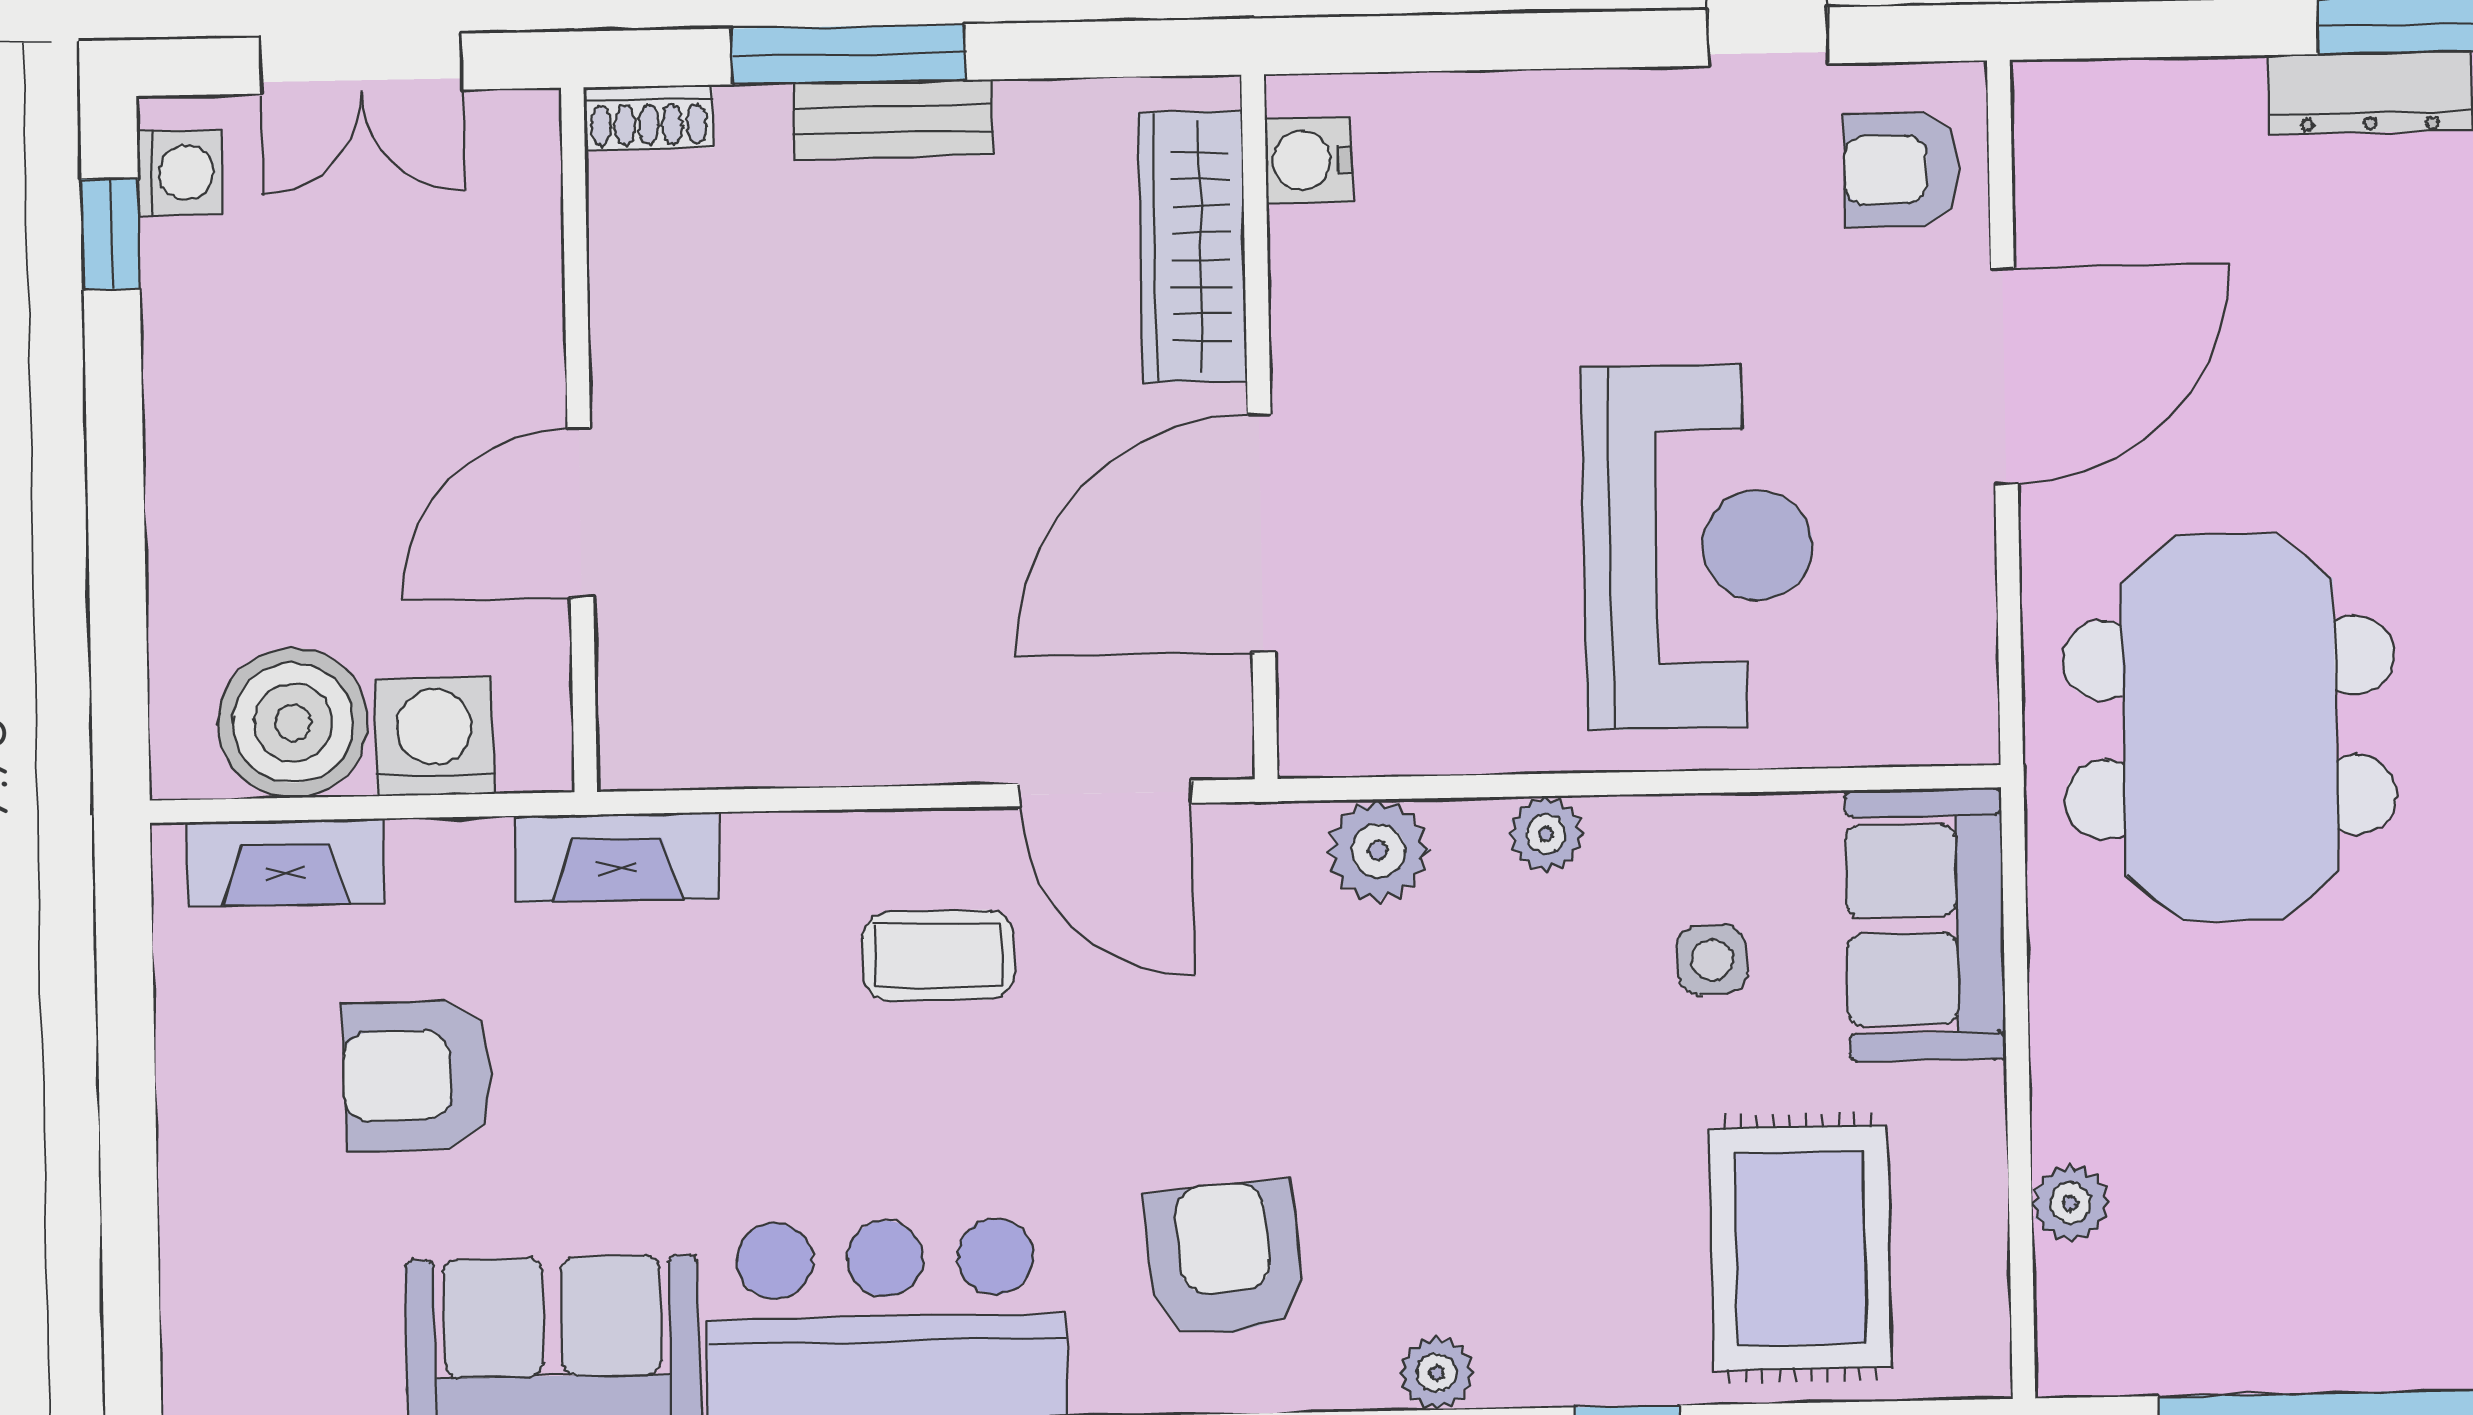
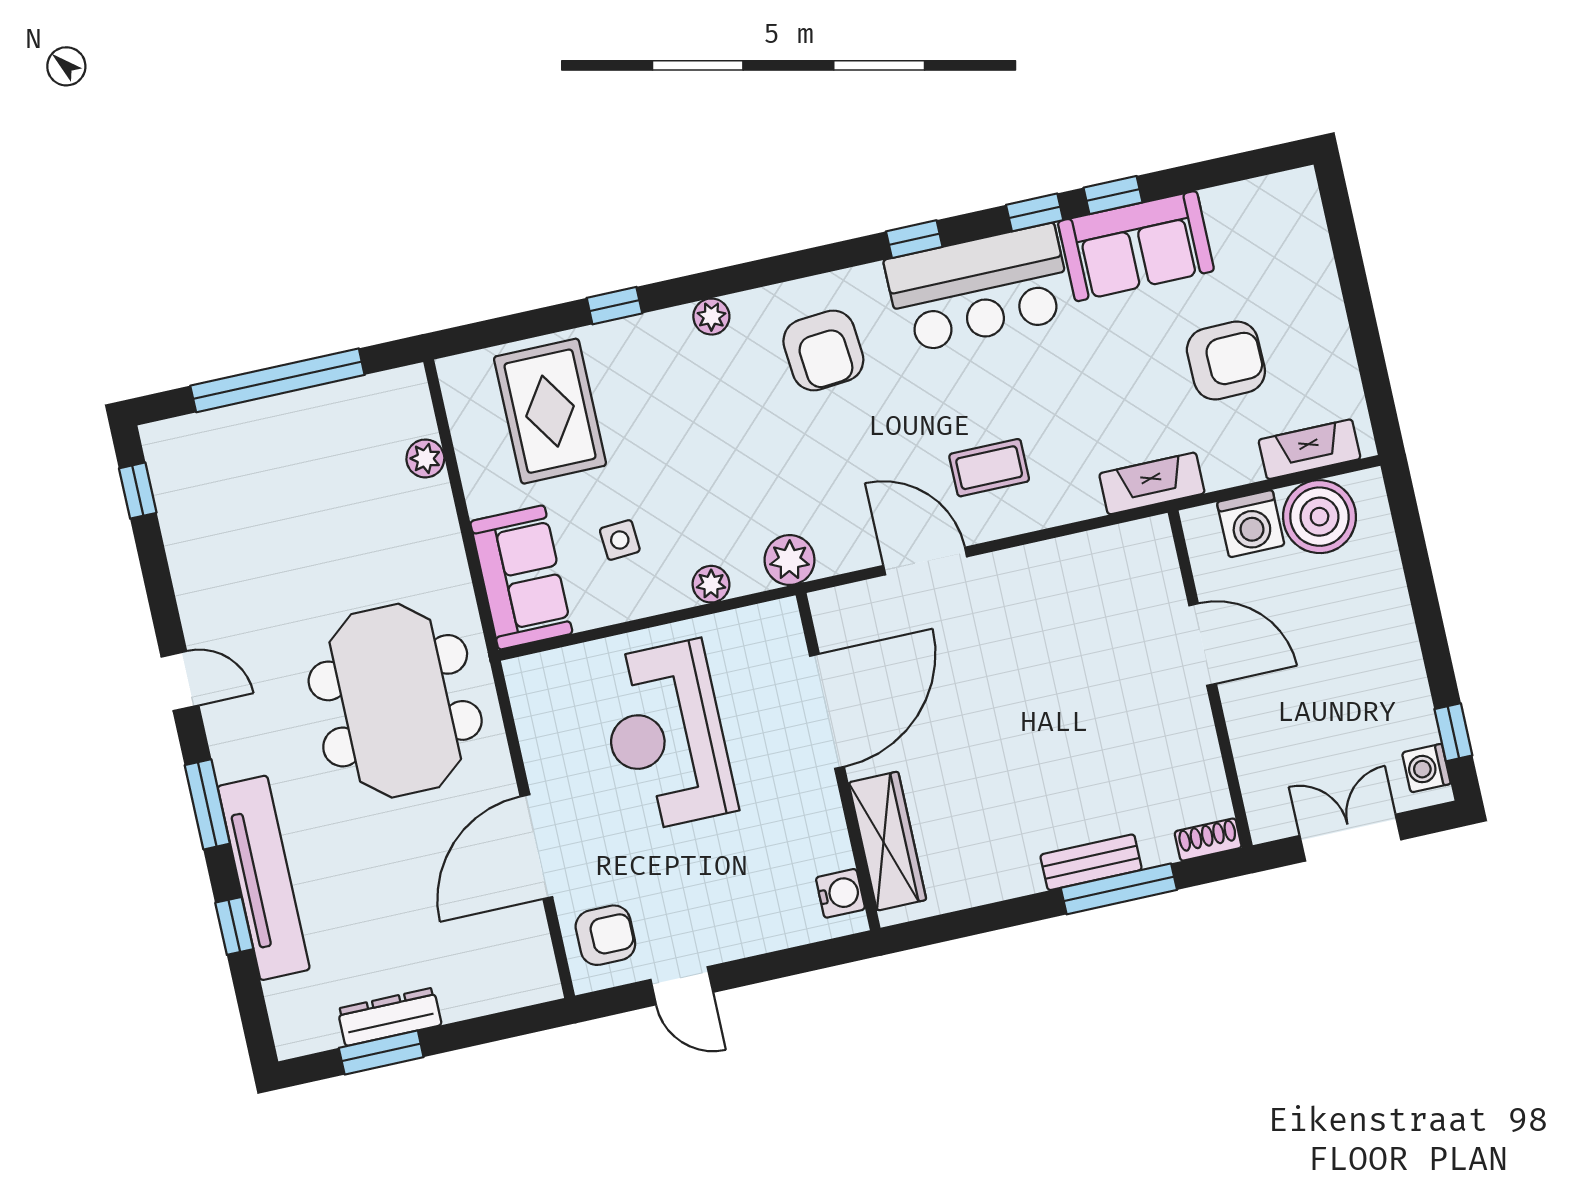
water cooler: (1308, 160) -> (840, 893), moved
wardrobe: (1192, 247) -> (887, 841), moved
wall: (1259, 427) -> (838, 762), moved
door: (580, 513) -> (1203, 645), hinge flipped
door: (1261, 533) -> (827, 711), moved

